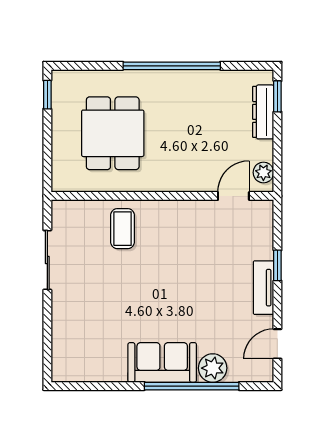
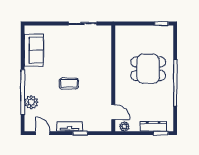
dining table: (113, 133) -> (148, 69), moved
coffee table: (123, 229) -> (69, 83), moved
sofa: (162, 362) -> (34, 50), moved

